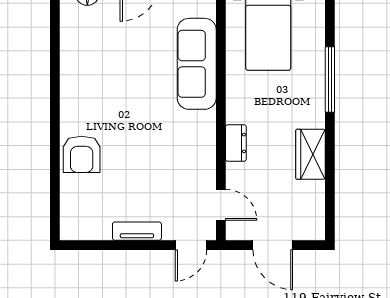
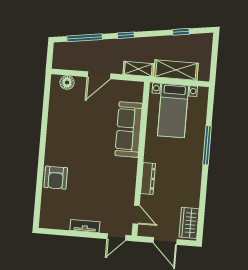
dresser: (236, 143) -> (148, 178), width x1.44
wardrobe: (310, 154) -> (189, 223), moved

